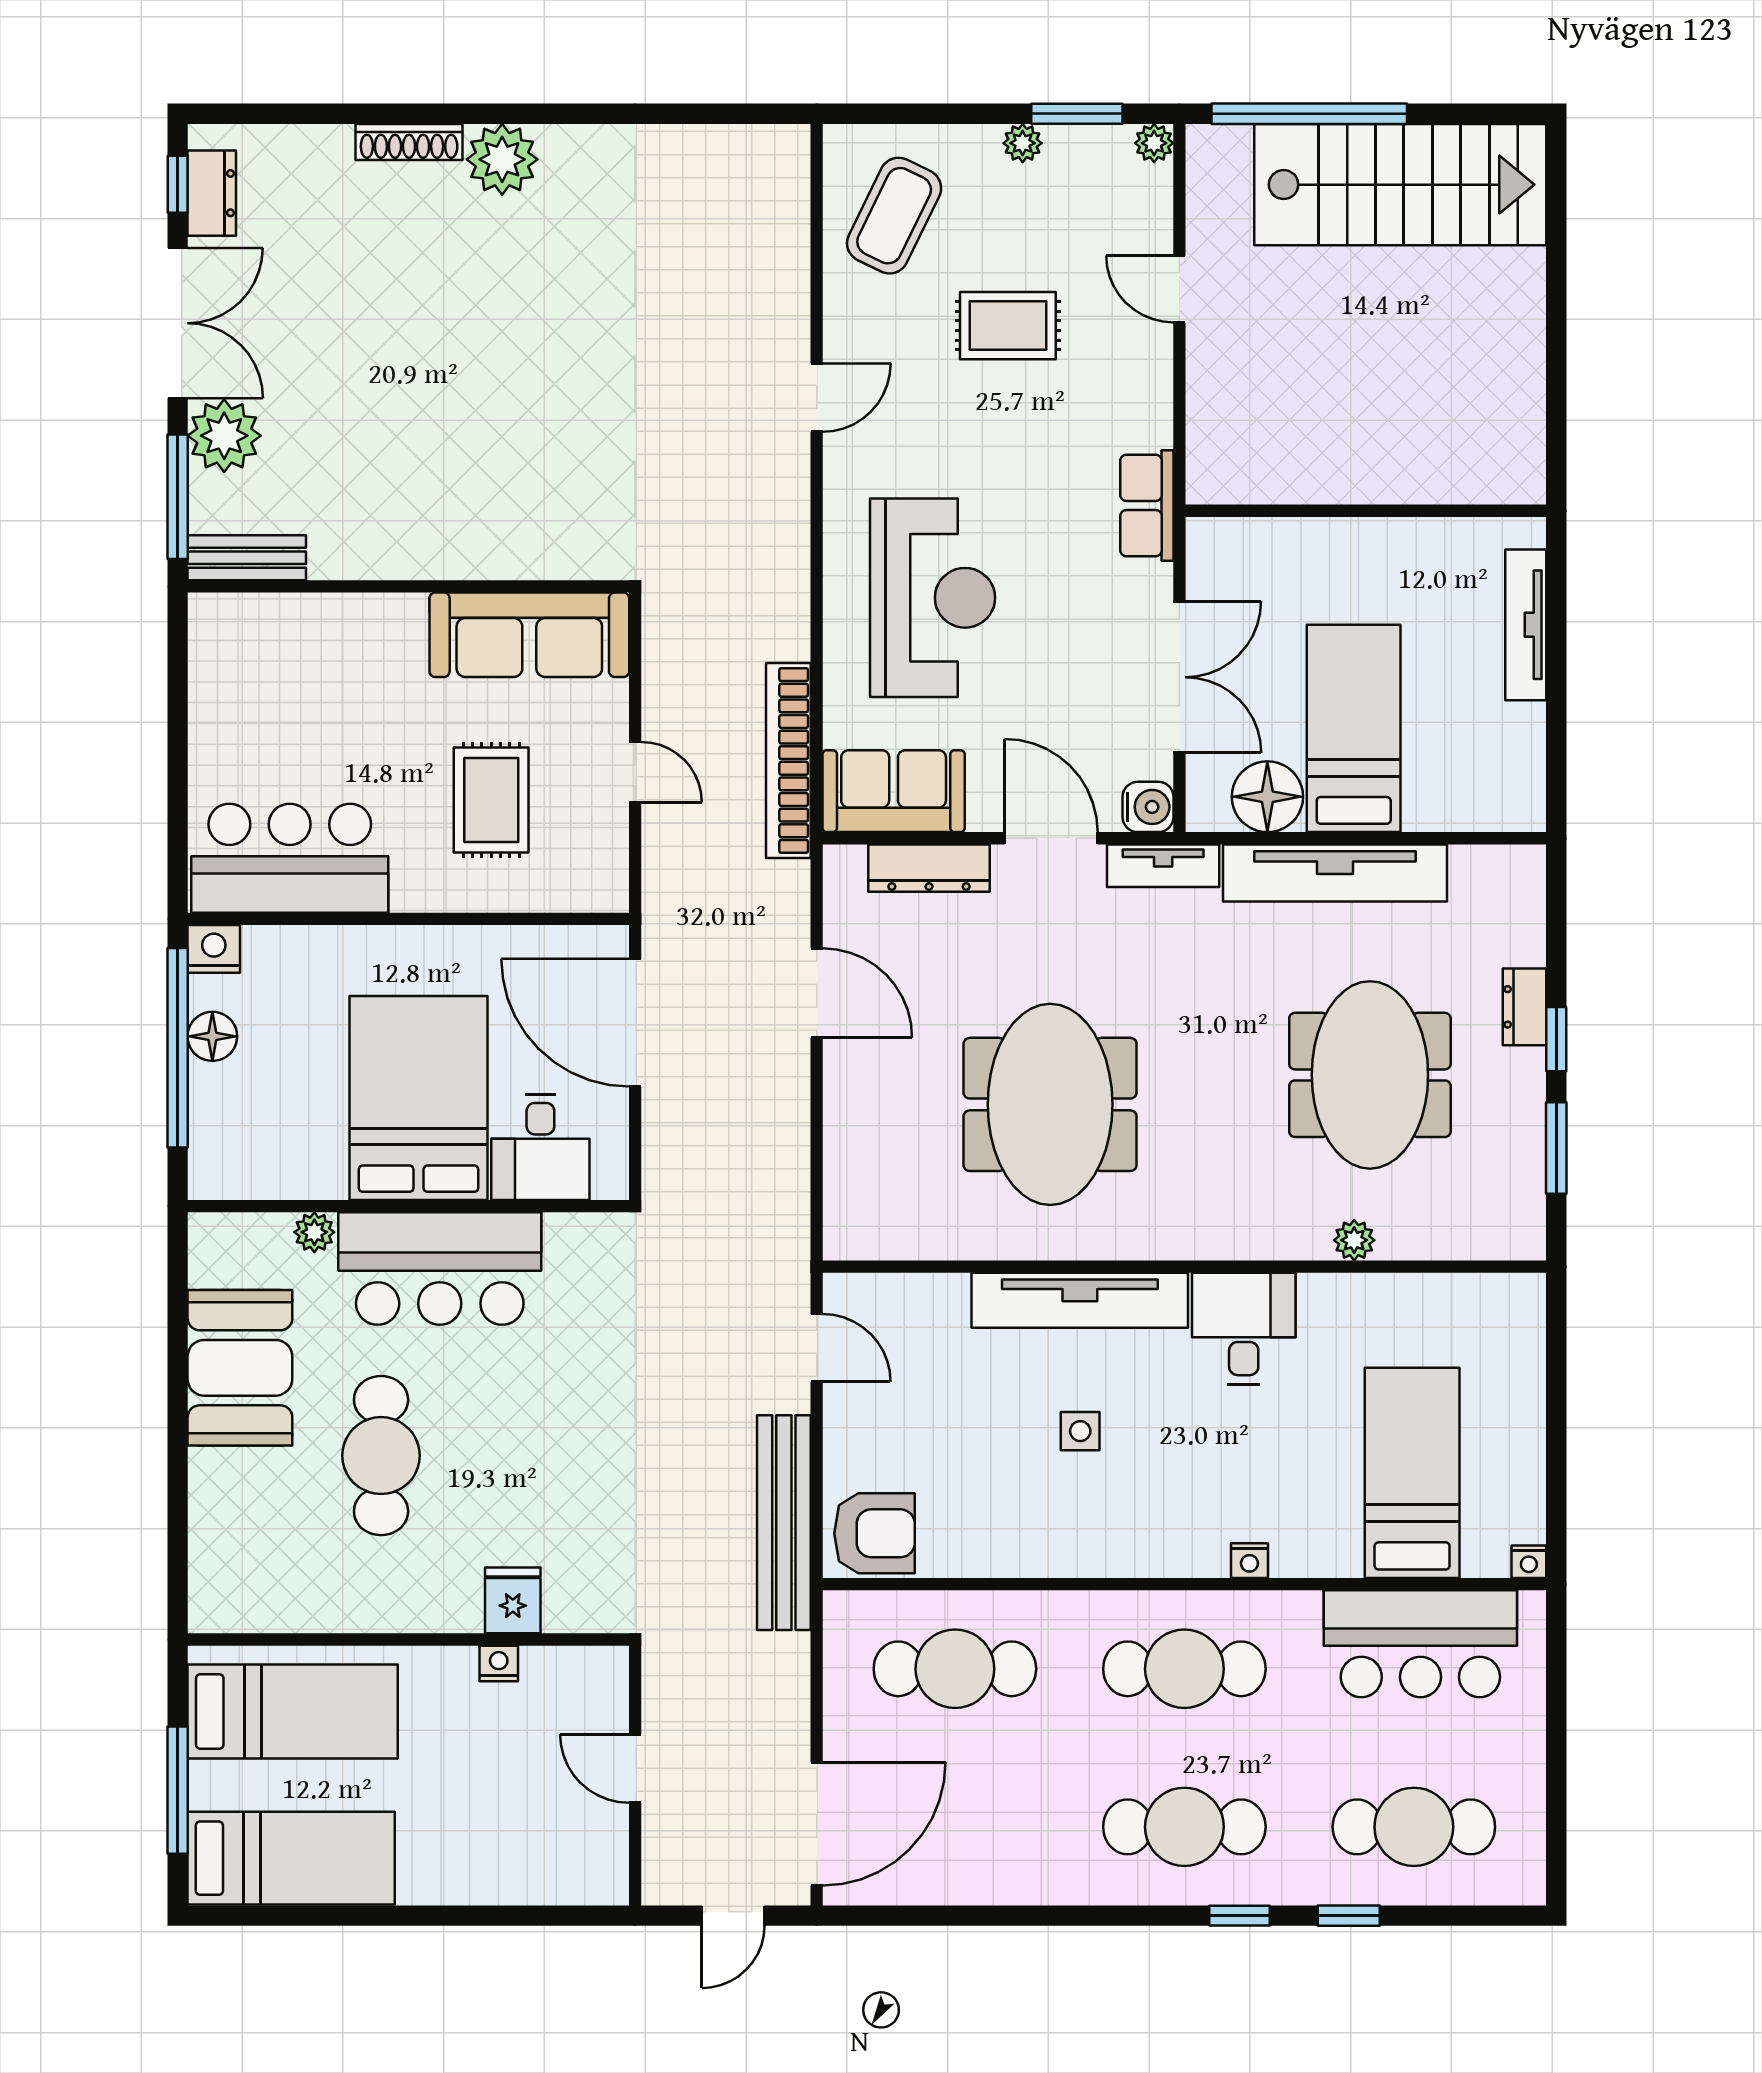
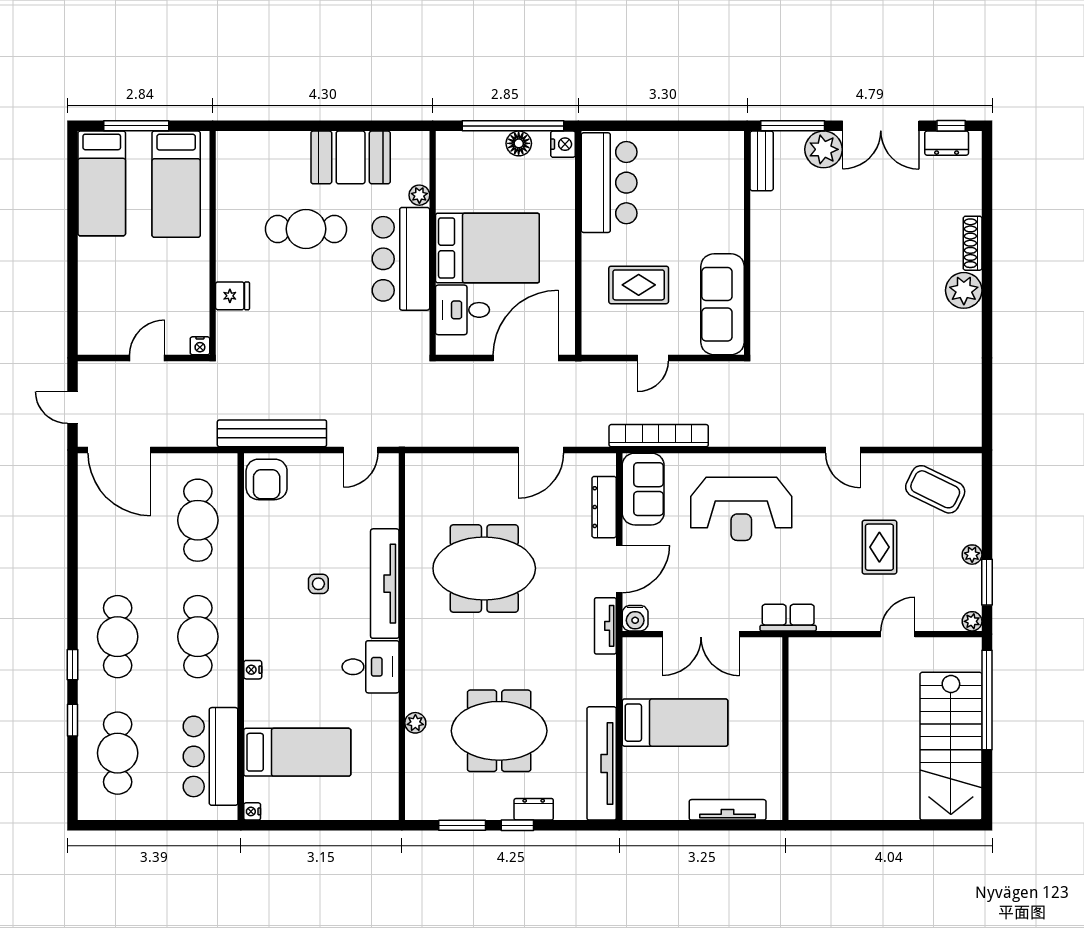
floor lamp: (1267, 797) -> (640, 679), removed
tv unit: (1335, 873) -> (602, 763), moved
nightstand: (499, 1663) -> (200, 346), moved, turned 90

